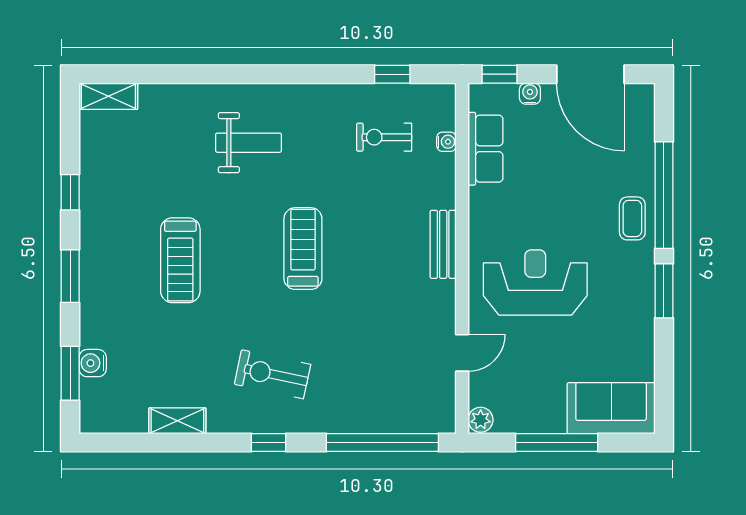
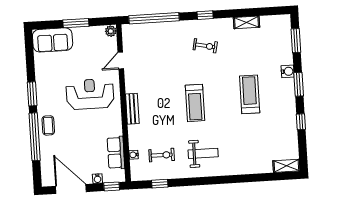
weight bench: (249, 143) -> (203, 153), moved, turned 180
reception desk: (535, 283) -> (90, 94), turned 180
water cooler: (93, 363) -> (288, 71), moved
exercise bike: (273, 374) -> (205, 46), width x0.73, depth x0.72
window: (557, 442) -> (76, 23), width x0.69

